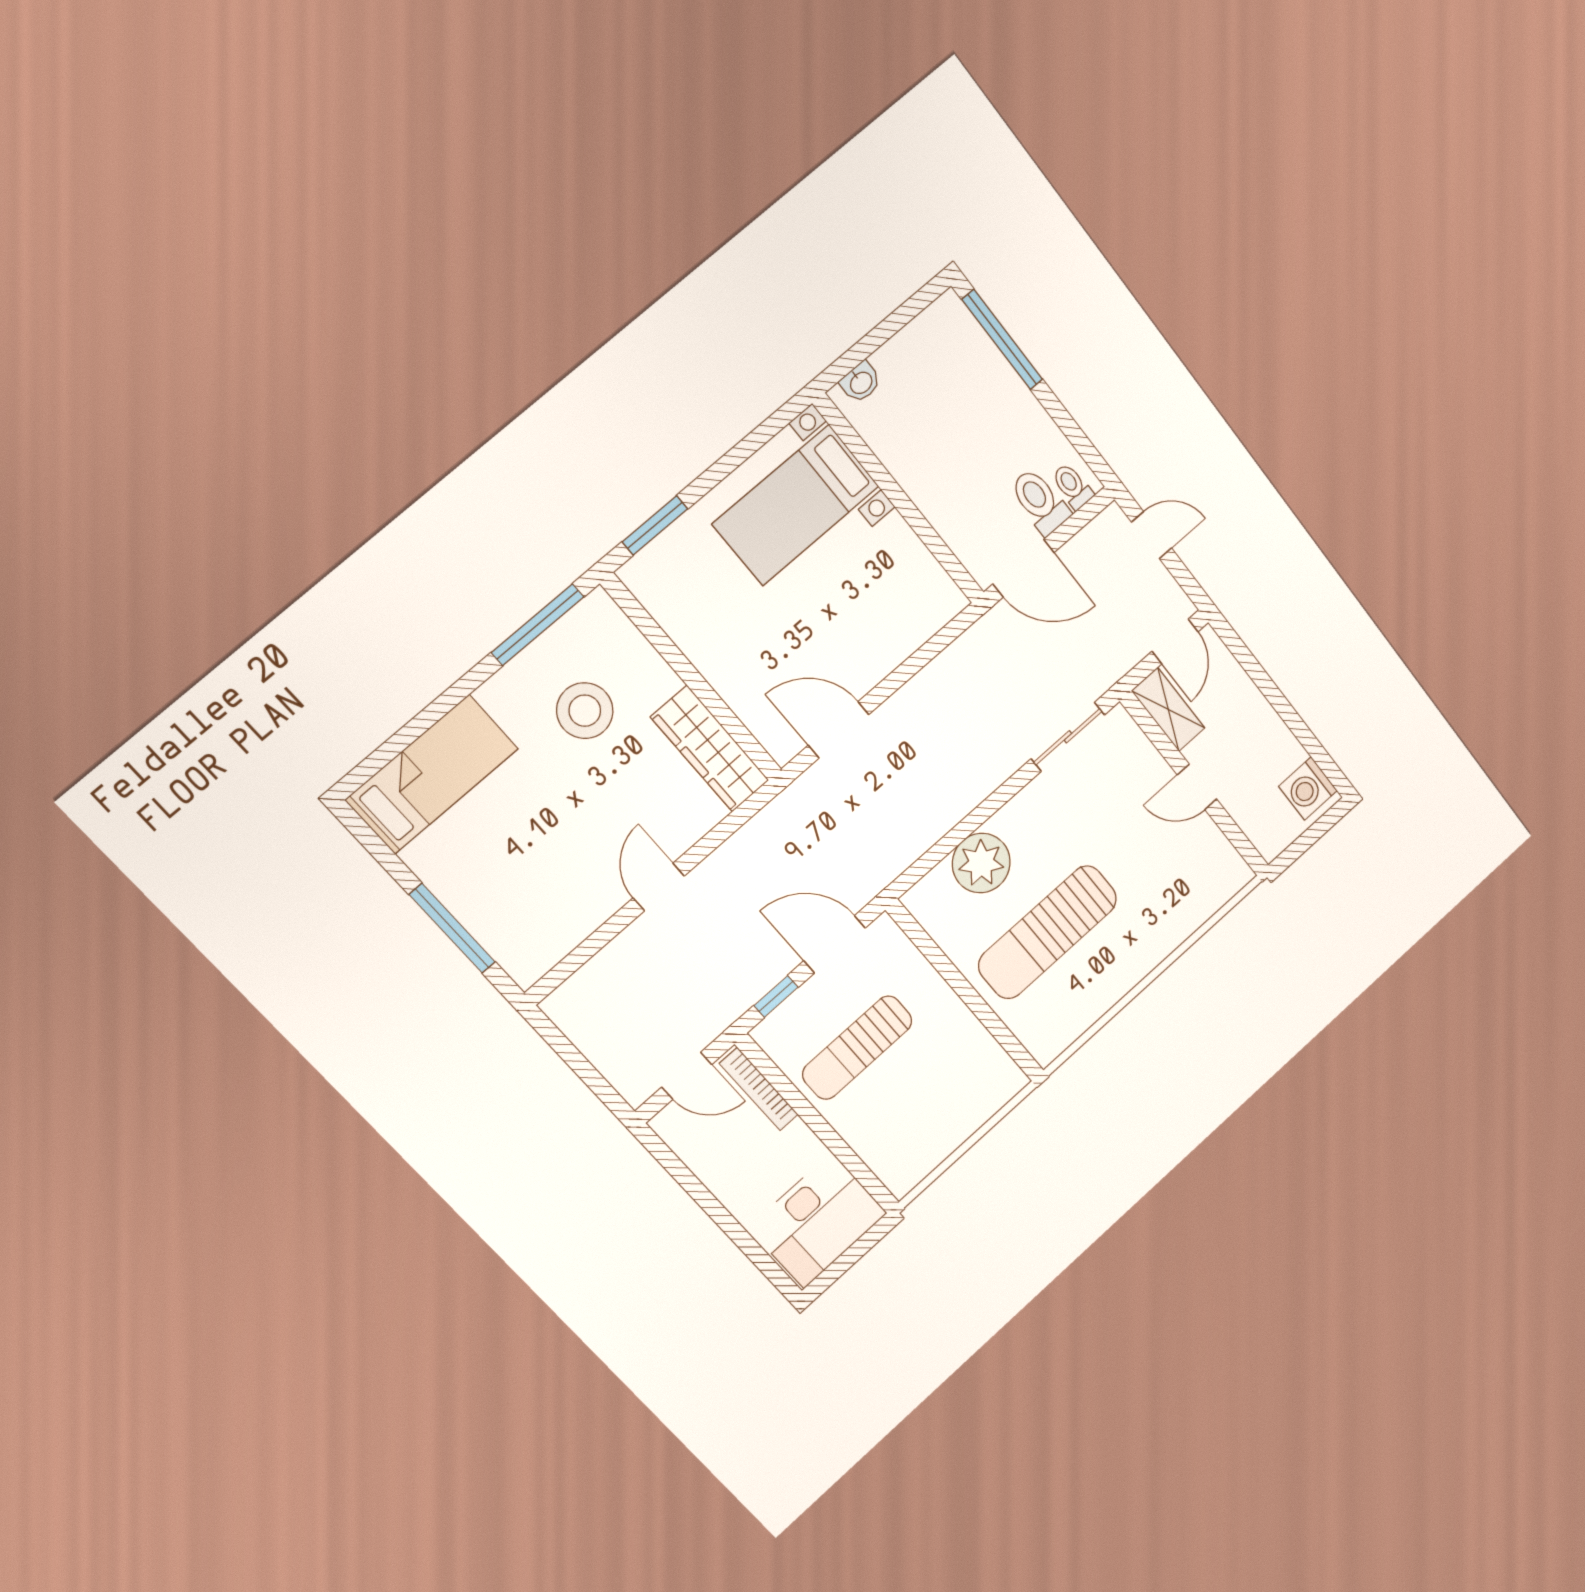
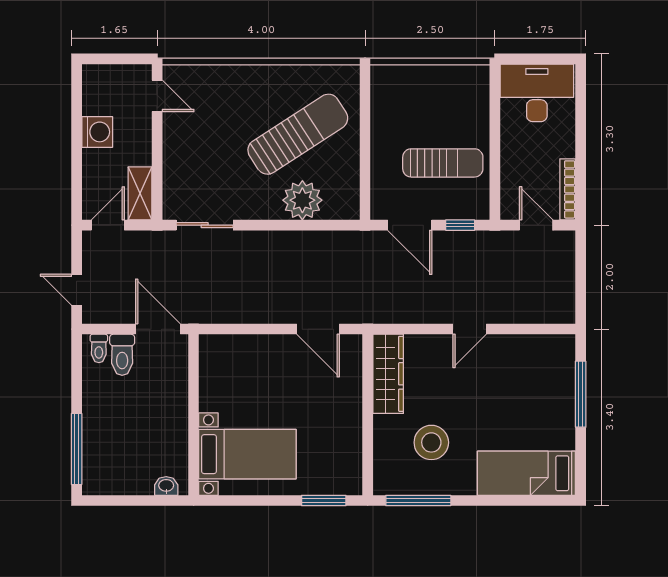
door: (1197, 787) -> (157, 96), moved
washing machine: (1308, 789) -> (97, 132), moved
sun lounger: (1048, 932) -> (298, 134), turned -33
bookcase: (759, 1089) -> (568, 189), moved, turned 180

